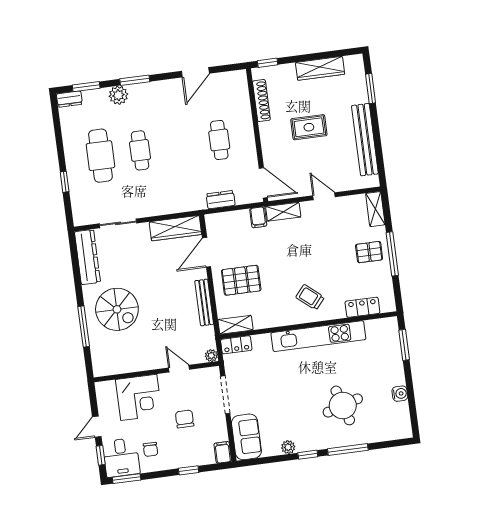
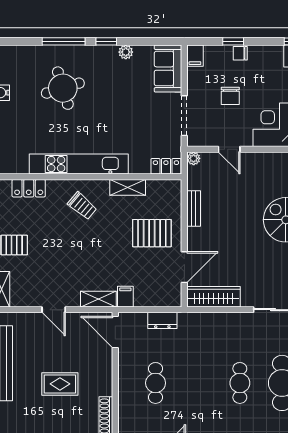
bench: (204, 303) -> (194, 208), width x0.73
shelving: (236, 325) -> (128, 187), moved
chair: (151, 449) -> (240, 53), moved, turned -90

